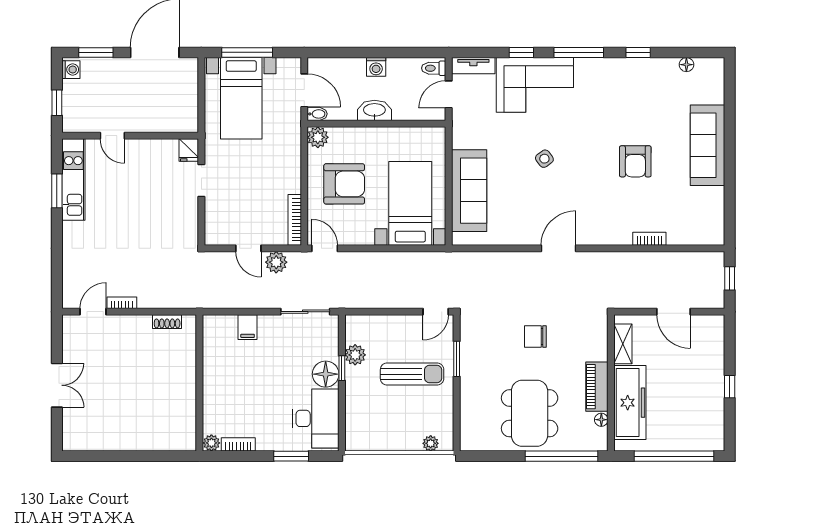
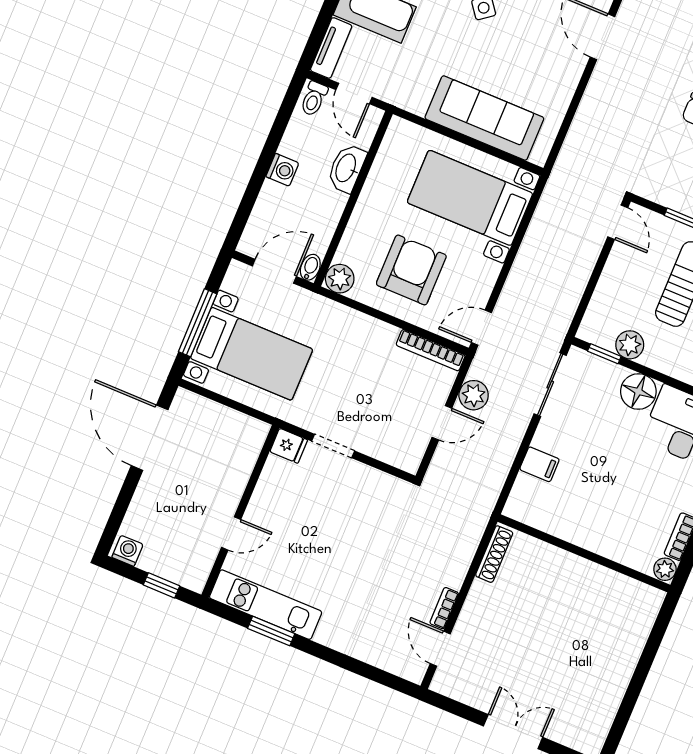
window: (96, 52) -> (119, 511), removed
washbasin: (374, 110) -> (346, 168), moved
shoe rack: (167, 322) -> (494, 554), width x1.43
window: (342, 368) -> (604, 354), moved

